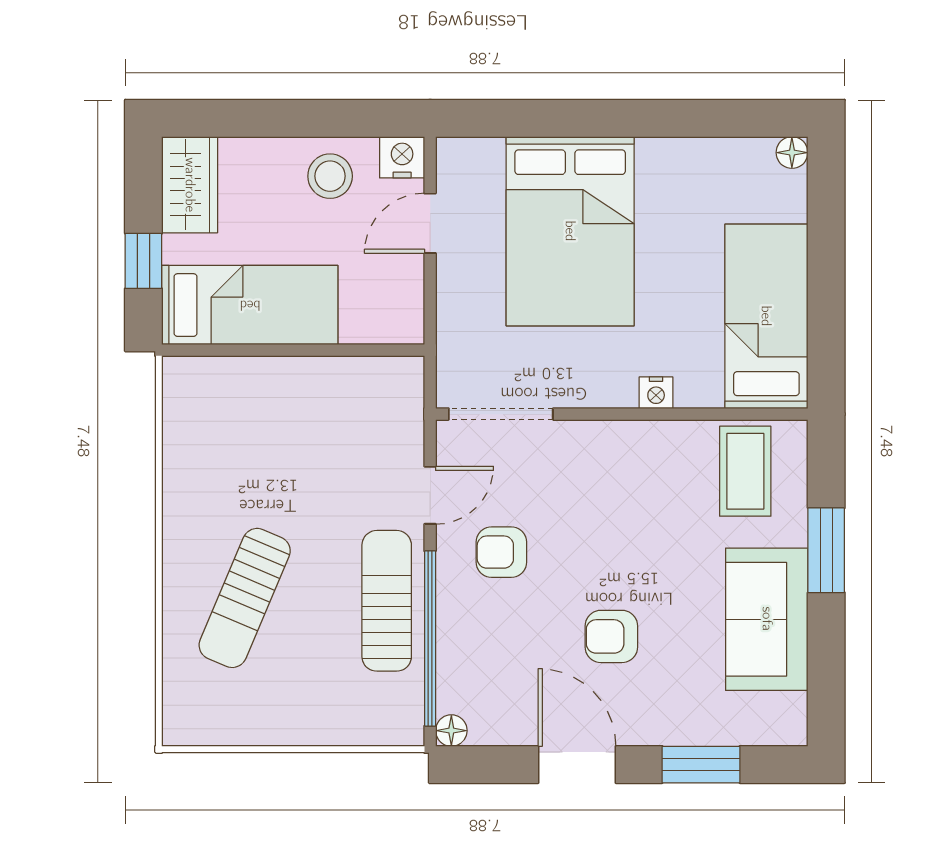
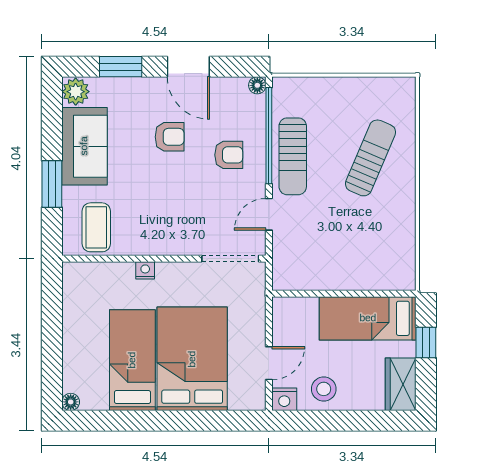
bed: (766, 316) -> (132, 360), moved, turned 180
armchair: (501, 552) -> (229, 155), moved
plant: (783, 719) -> (76, 92), added

